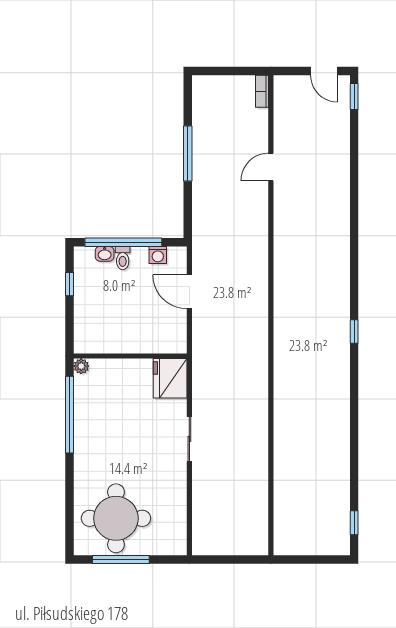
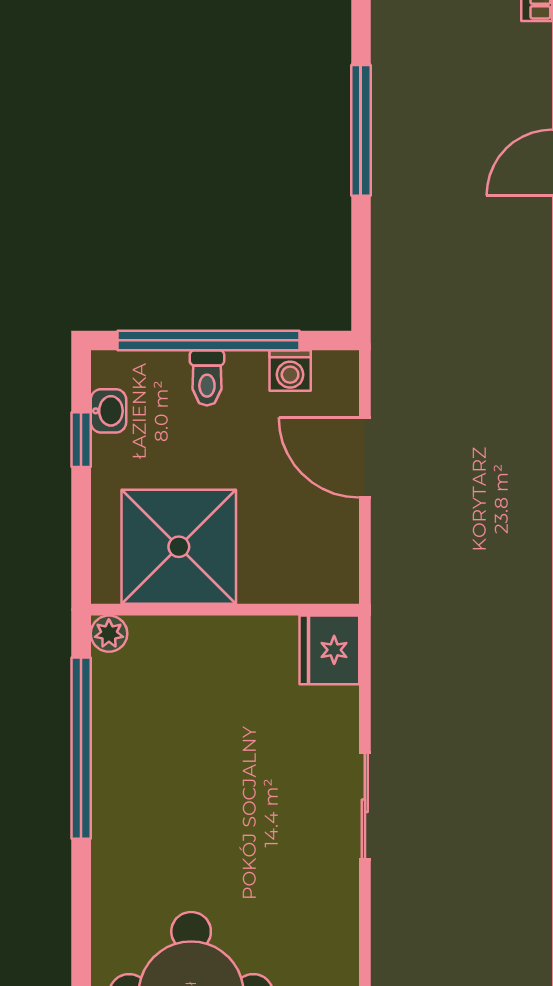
washbasin: (105, 254) -> (108, 411), moved, turned -90
shower: (111, 329) -> (179, 547), added
fridge: (170, 378) -> (329, 650), width x0.73, depth x0.75

